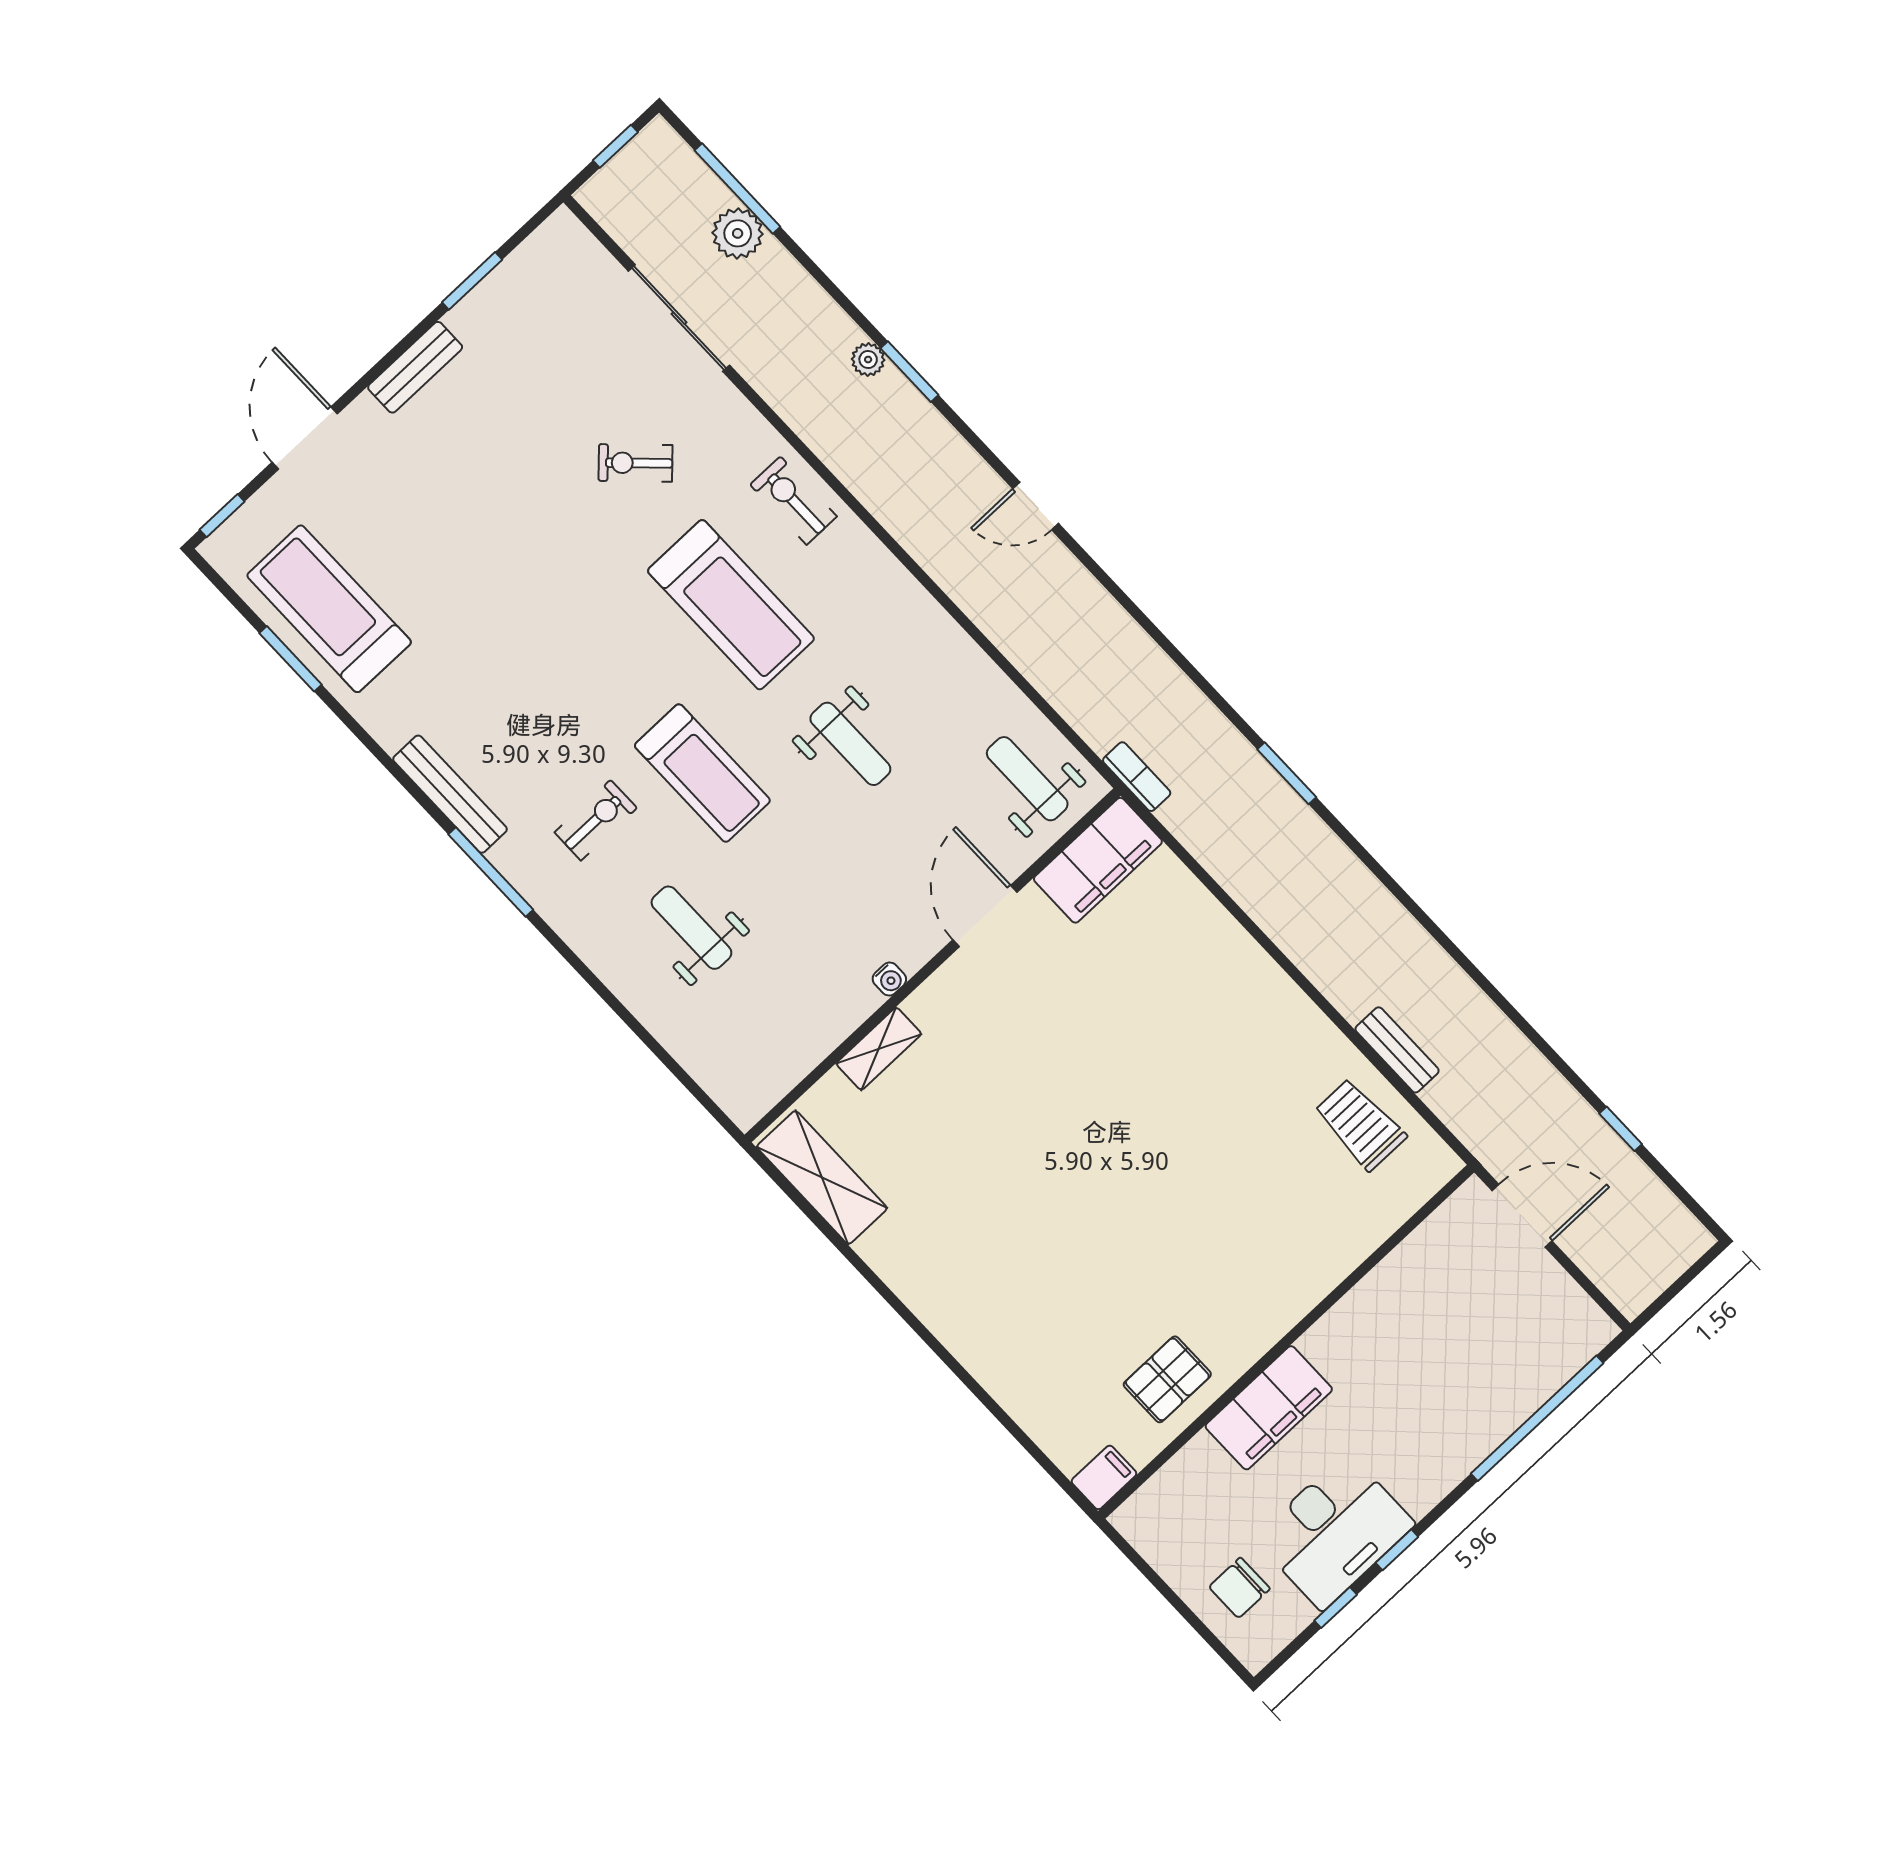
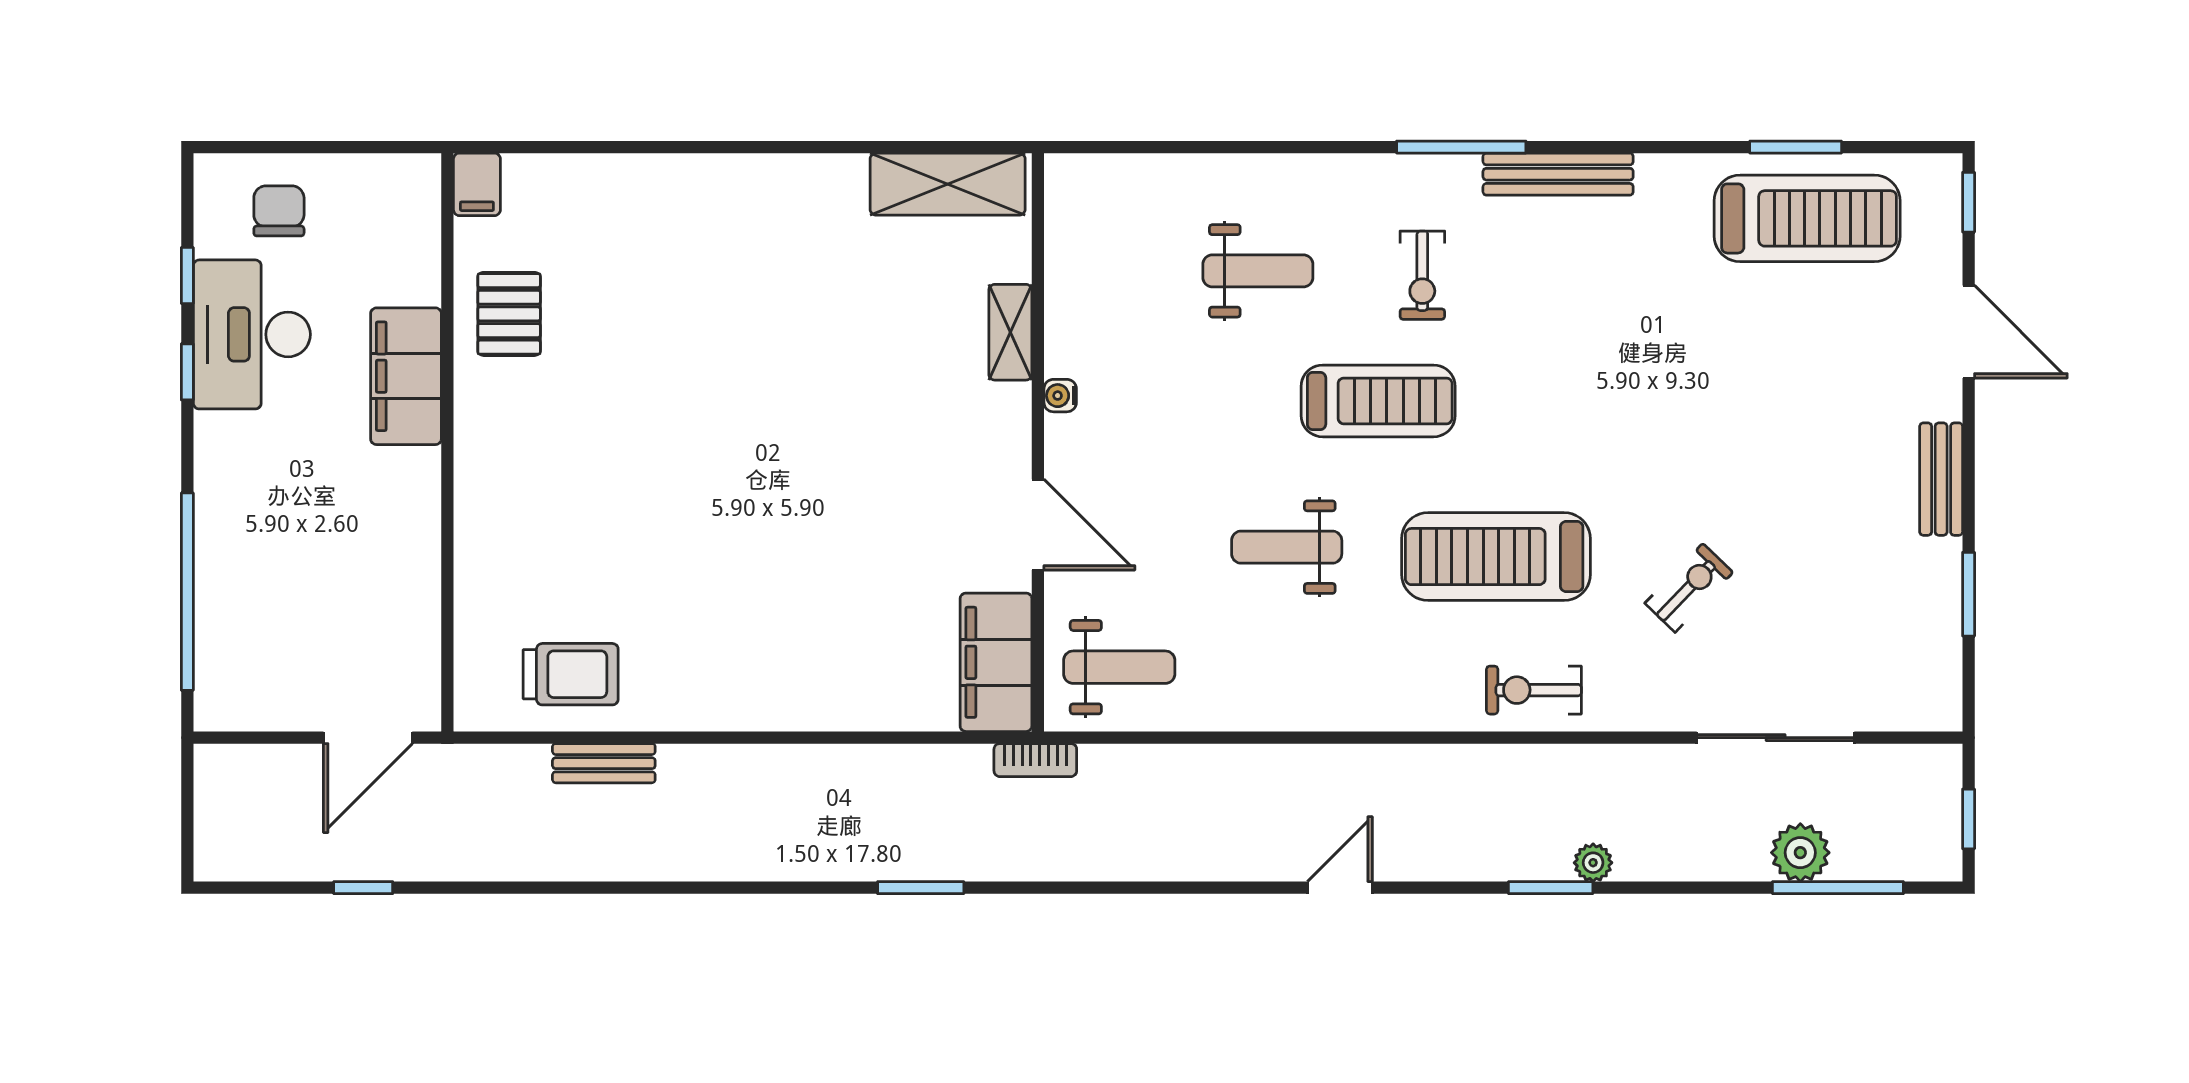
exercise bike: (793, 501) -> (1534, 690), turned 180
treadmill: (702, 773) -> (1378, 401), turned 180

